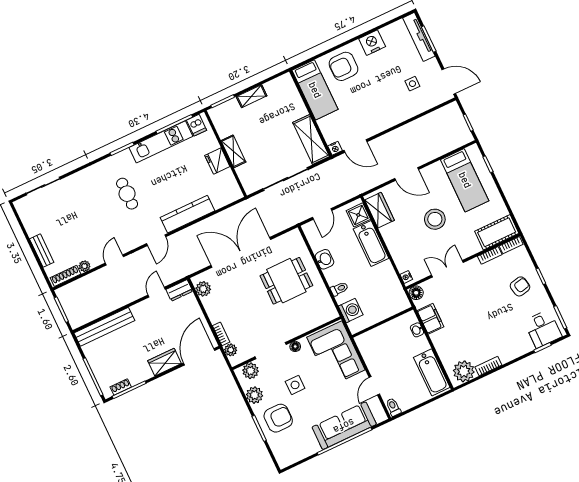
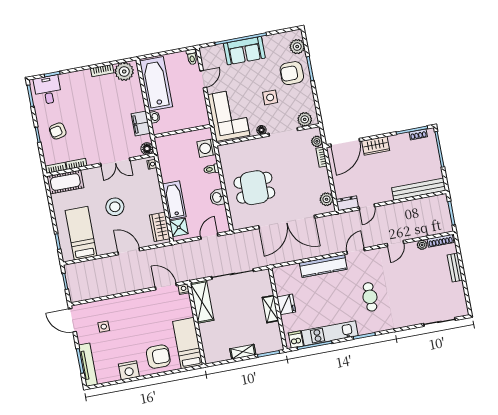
bathtub: (432, 372) -> (156, 84), width x1.36, depth x1.36
plant: (254, 395) -> (297, 47), moved
sofa: (344, 426) -> (244, 51), width x0.73

